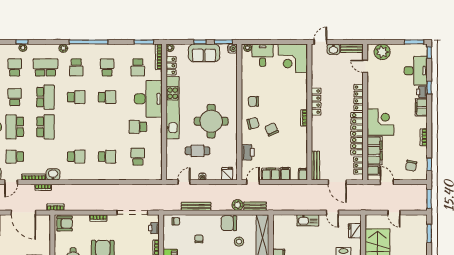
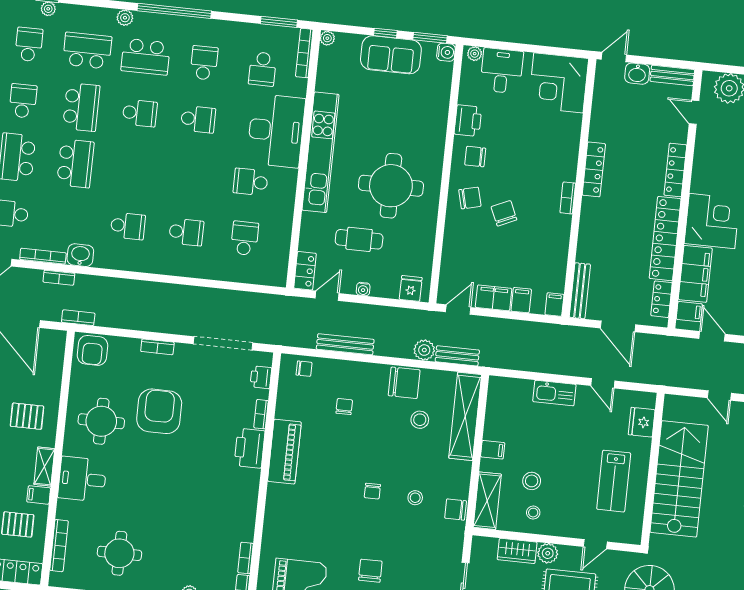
locker: (171, 66) -> (305, 271), moved
school desk: (76, 67) -> (146, 57), width x1.85
printer: (248, 152) -> (468, 121), moved
armchair: (65, 223) -> (92, 350), turned 90
chair: (229, 223) -> (404, 383), turned 180

